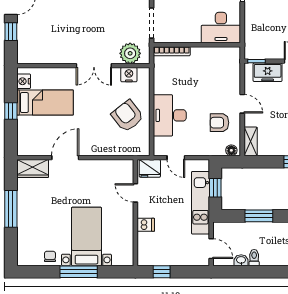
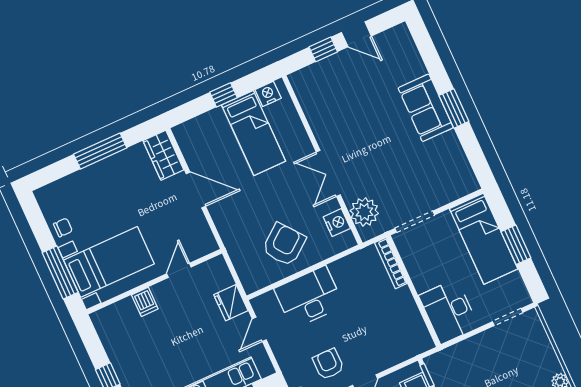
door: (135, 193) -> (179, 270), moved
wall: (135, 213) -> (154, 282), moved
dishwasher: (146, 225) -> (145, 302), moved

